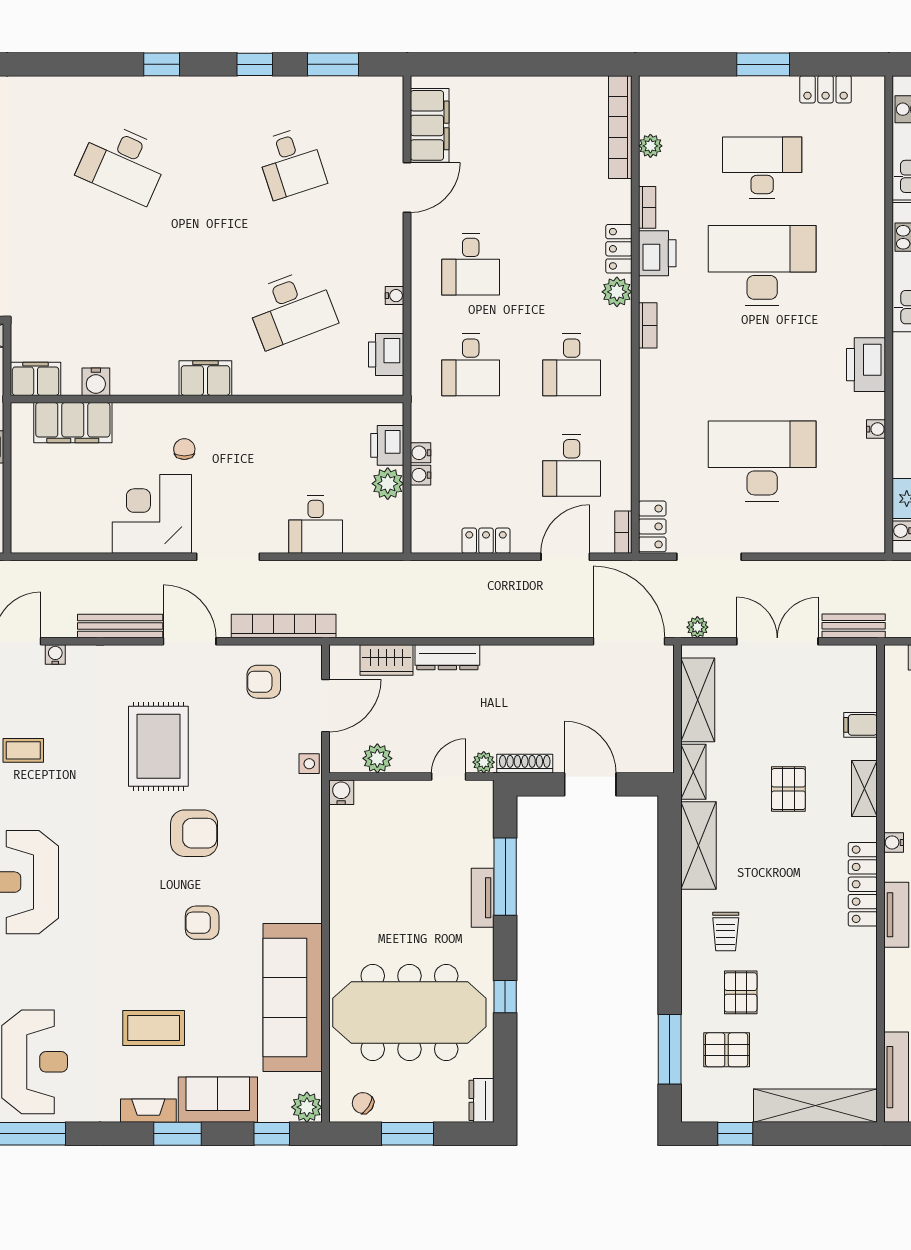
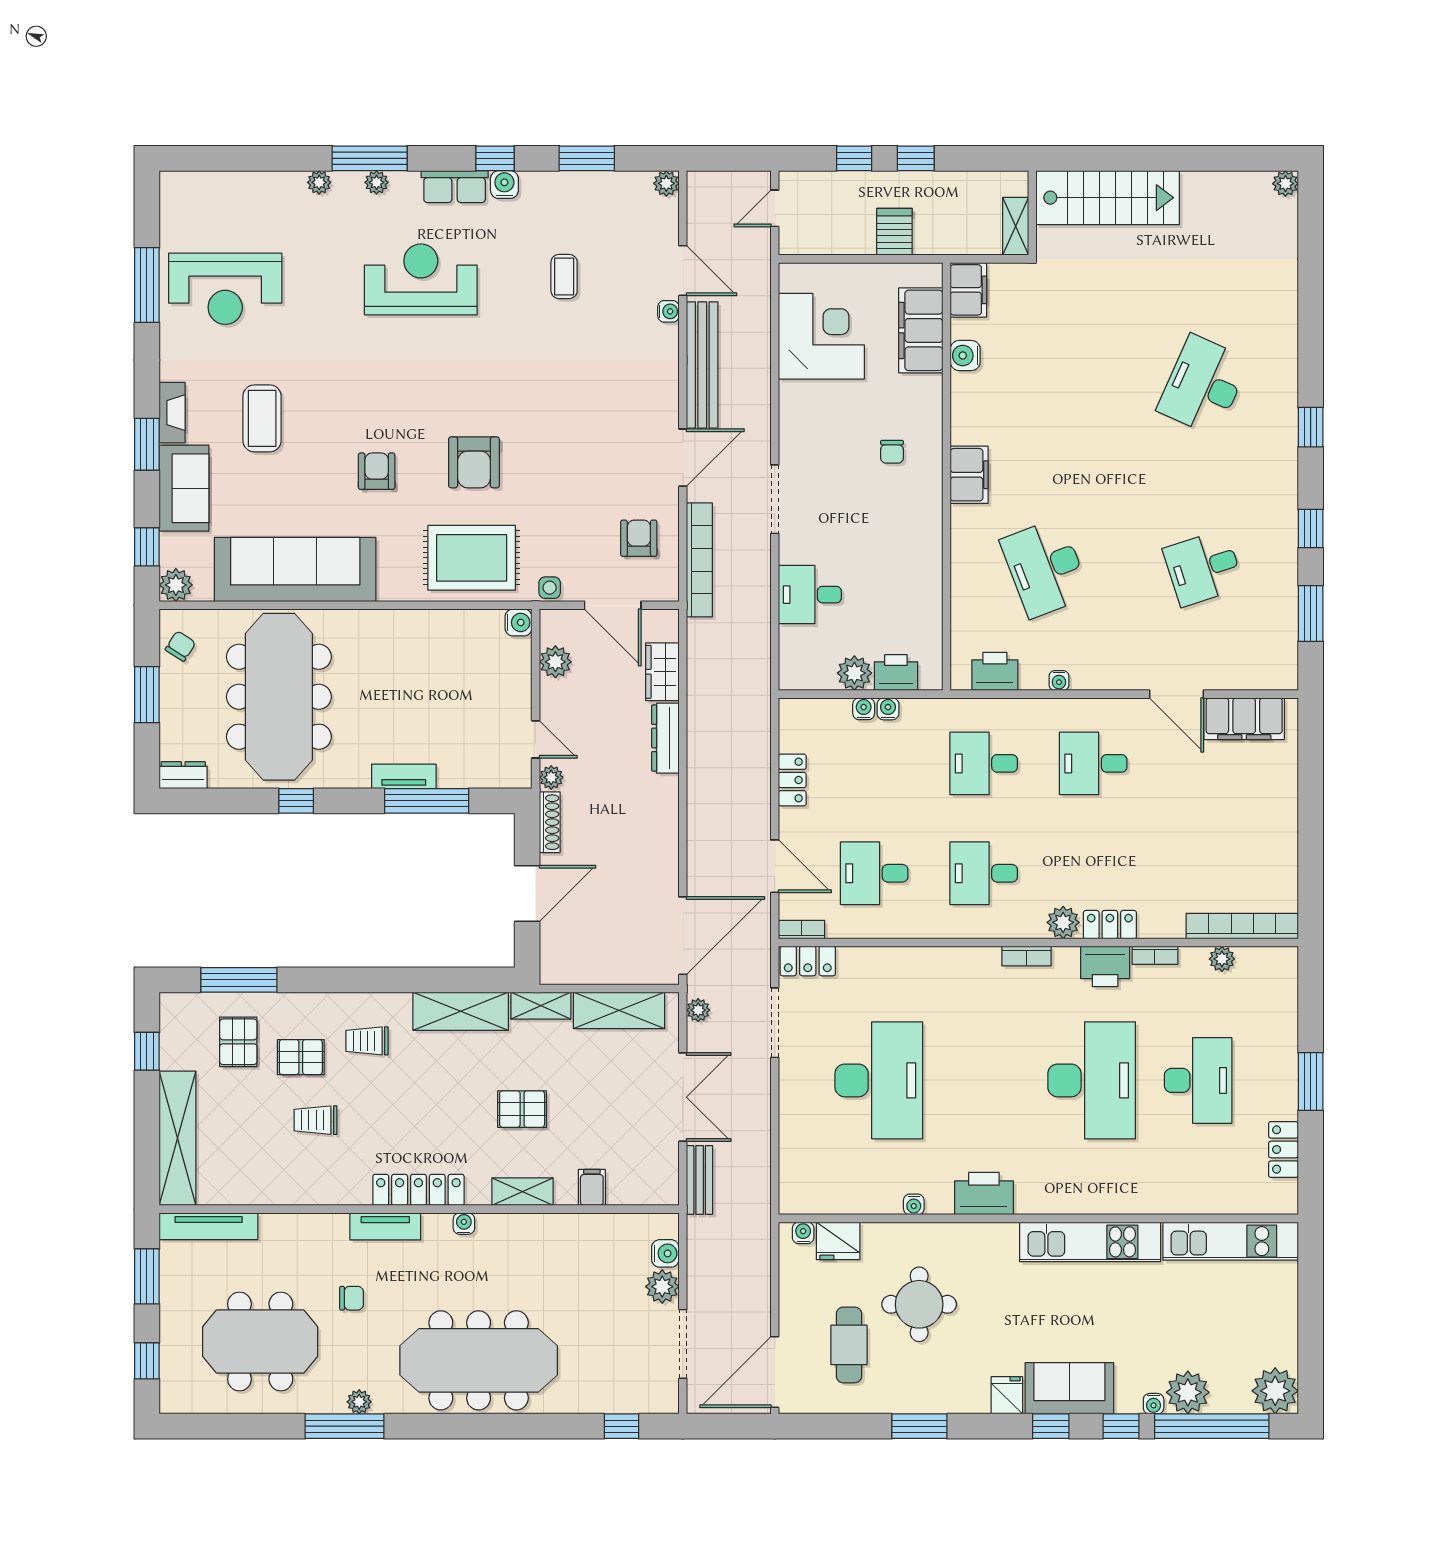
chair: (184, 449) -> (892, 452), turned 90
corner desk: (152, 514) -> (821, 336), moved
bench: (120, 626) -> (702, 365), width x1.37, depth x1.21
rug: (158, 746) -> (472, 558), moved
trolley: (799, 979) -> (316, 1120), added

